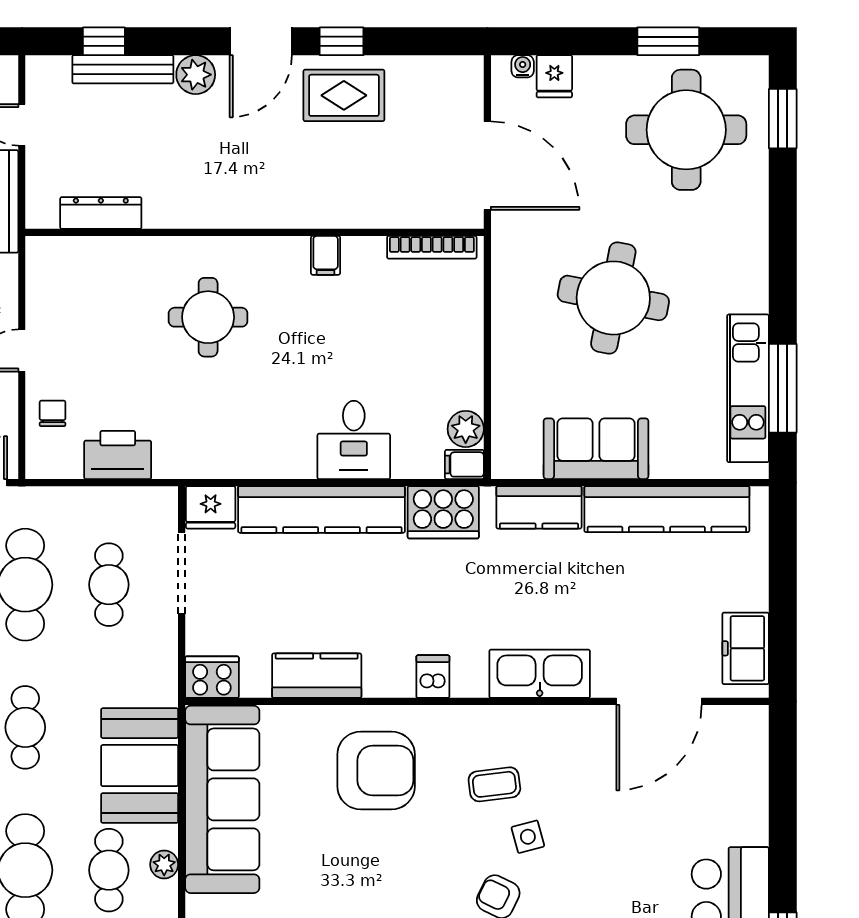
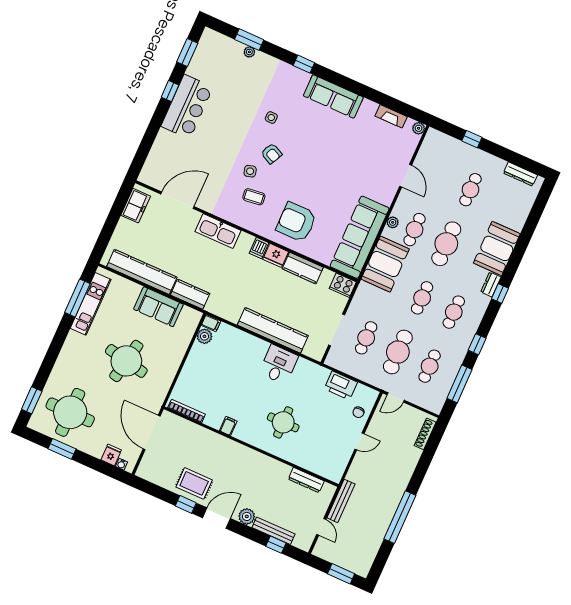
desk: (354, 440) -> (279, 364), moved
fridge: (211, 507) -> (276, 255), moved, turned 180
cooker: (443, 512) -> (227, 309), removed

